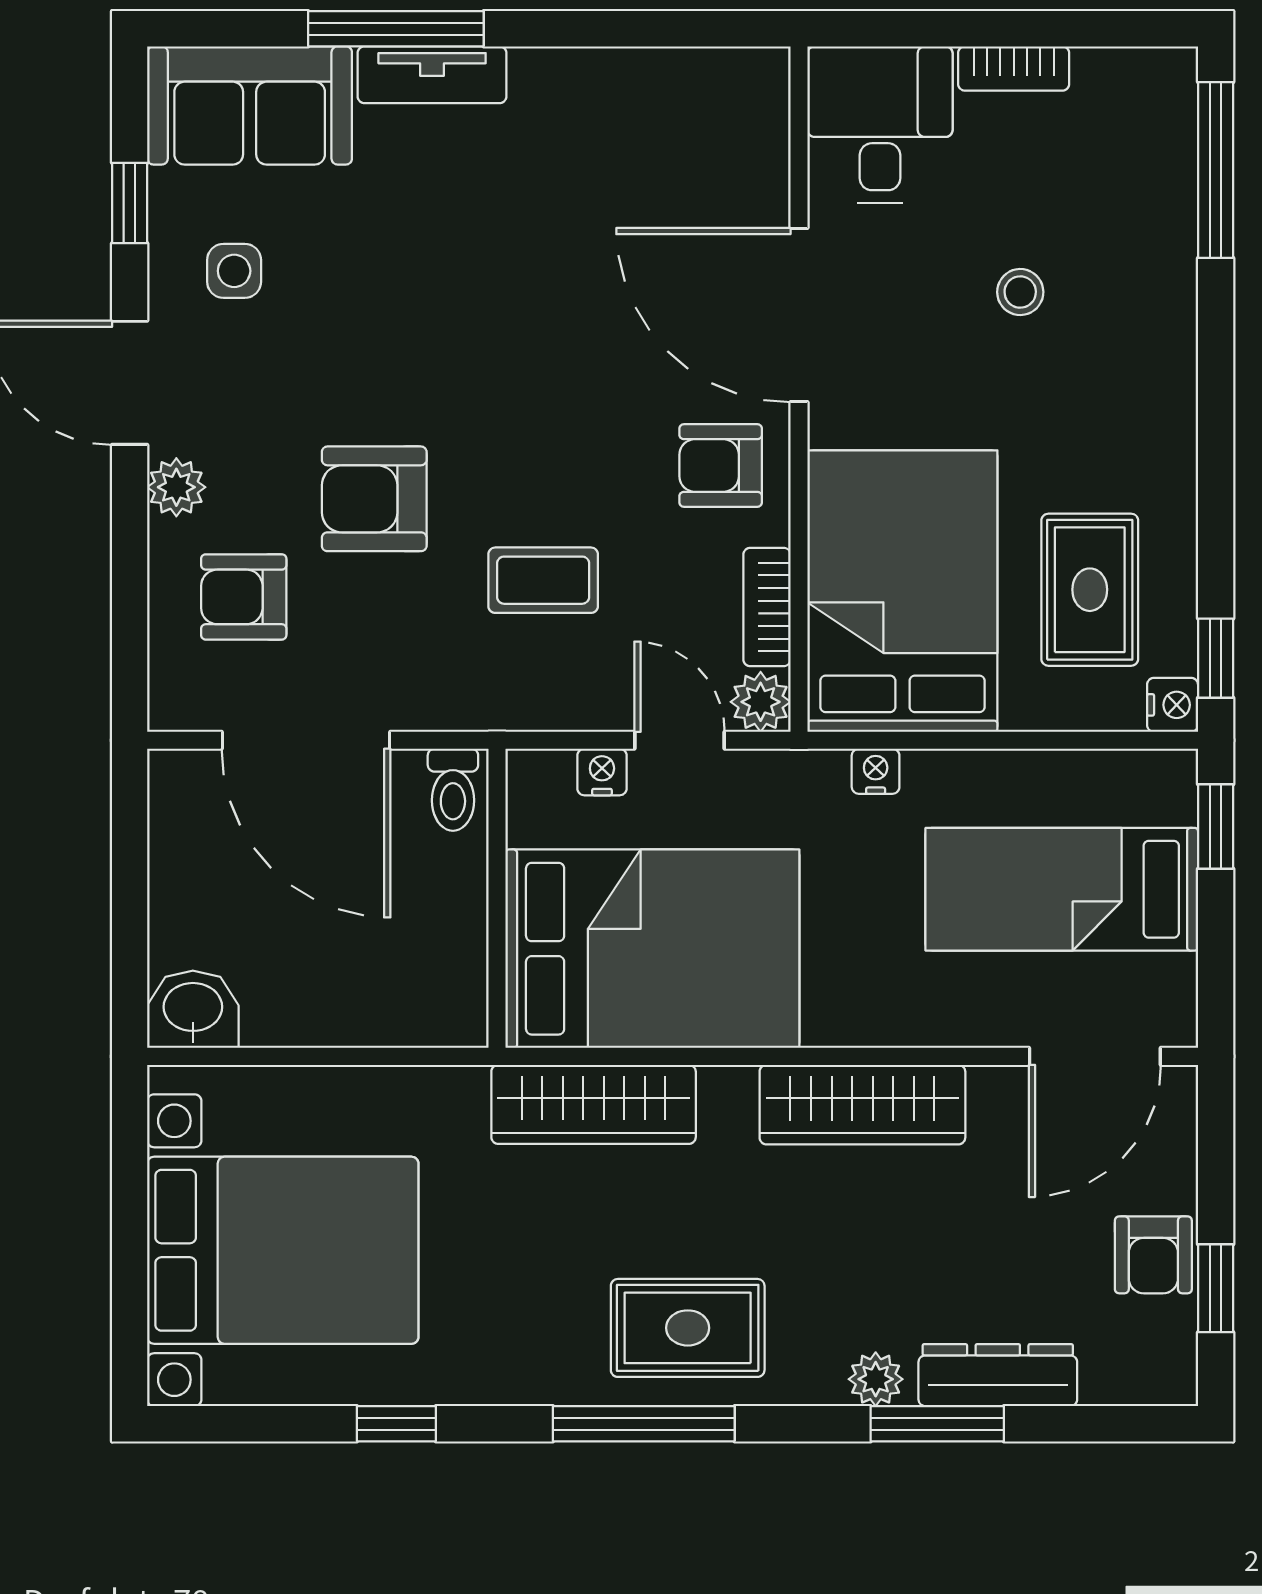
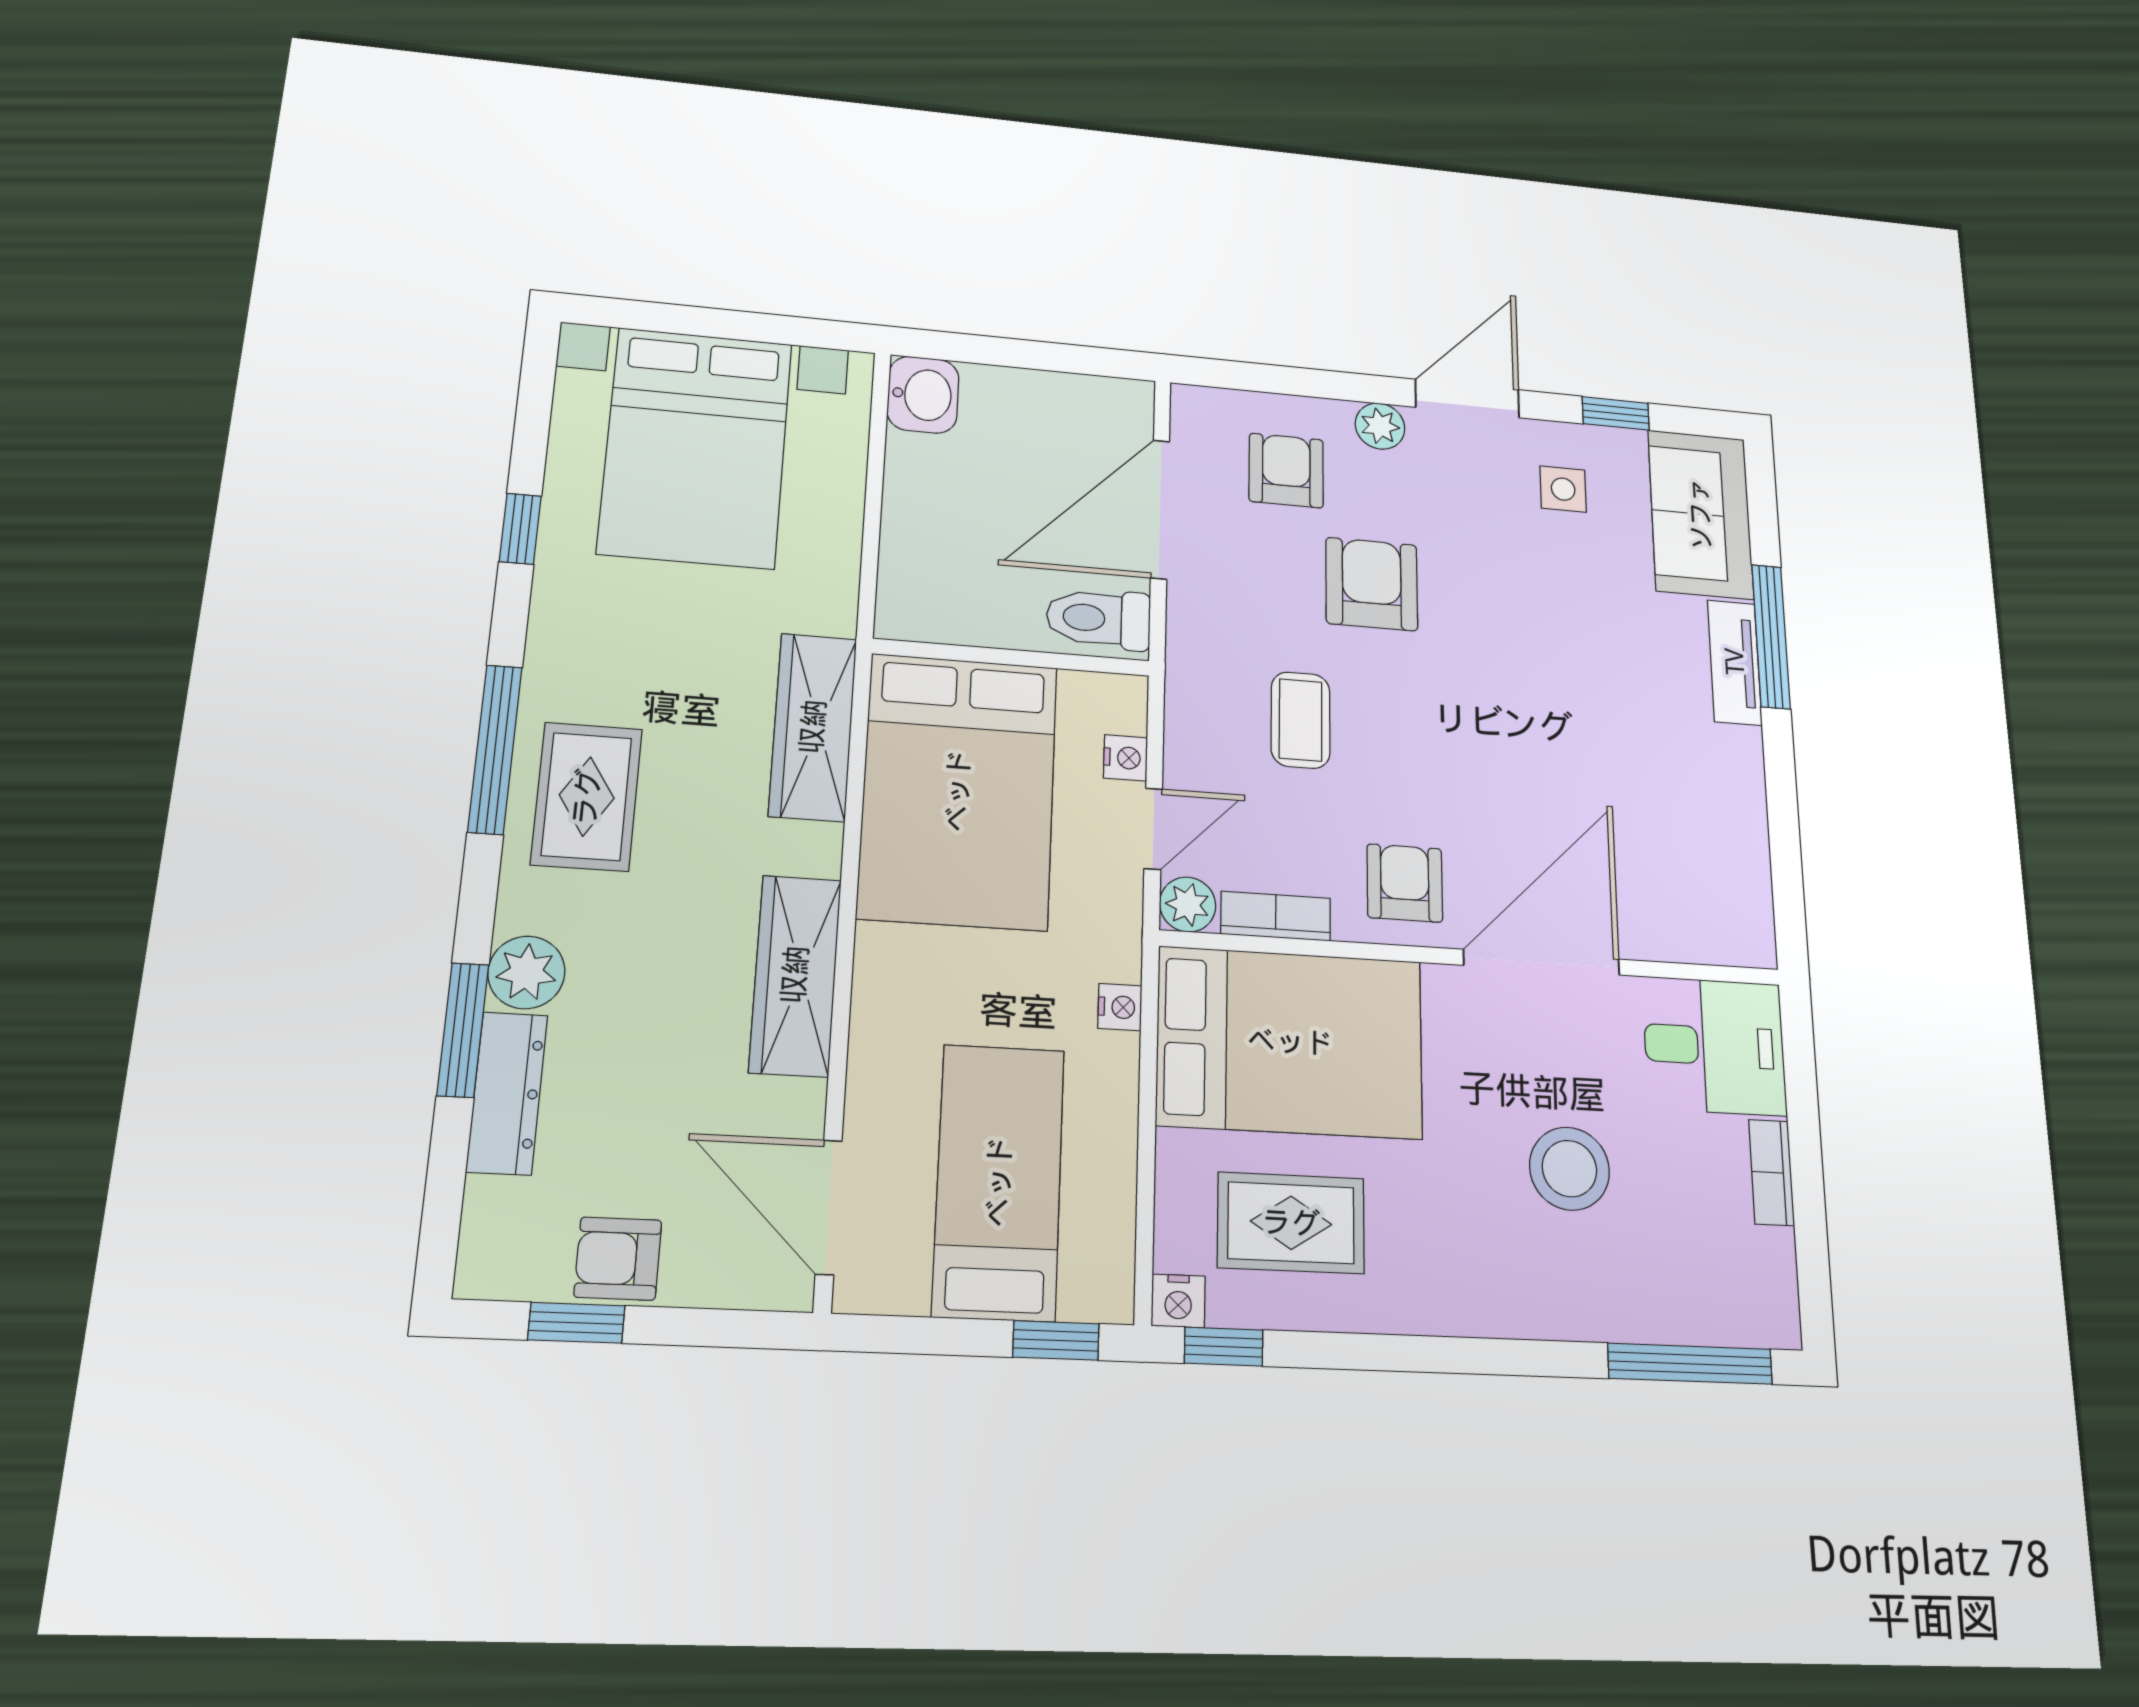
stool: (1020, 292) -> (1569, 1169), width x1.89, depth x1.89
toilet: (453, 790) -> (1098, 619), width x1.37, depth x1.39
plant: (876, 1379) -> (526, 972), width x1.38, depth x1.38

